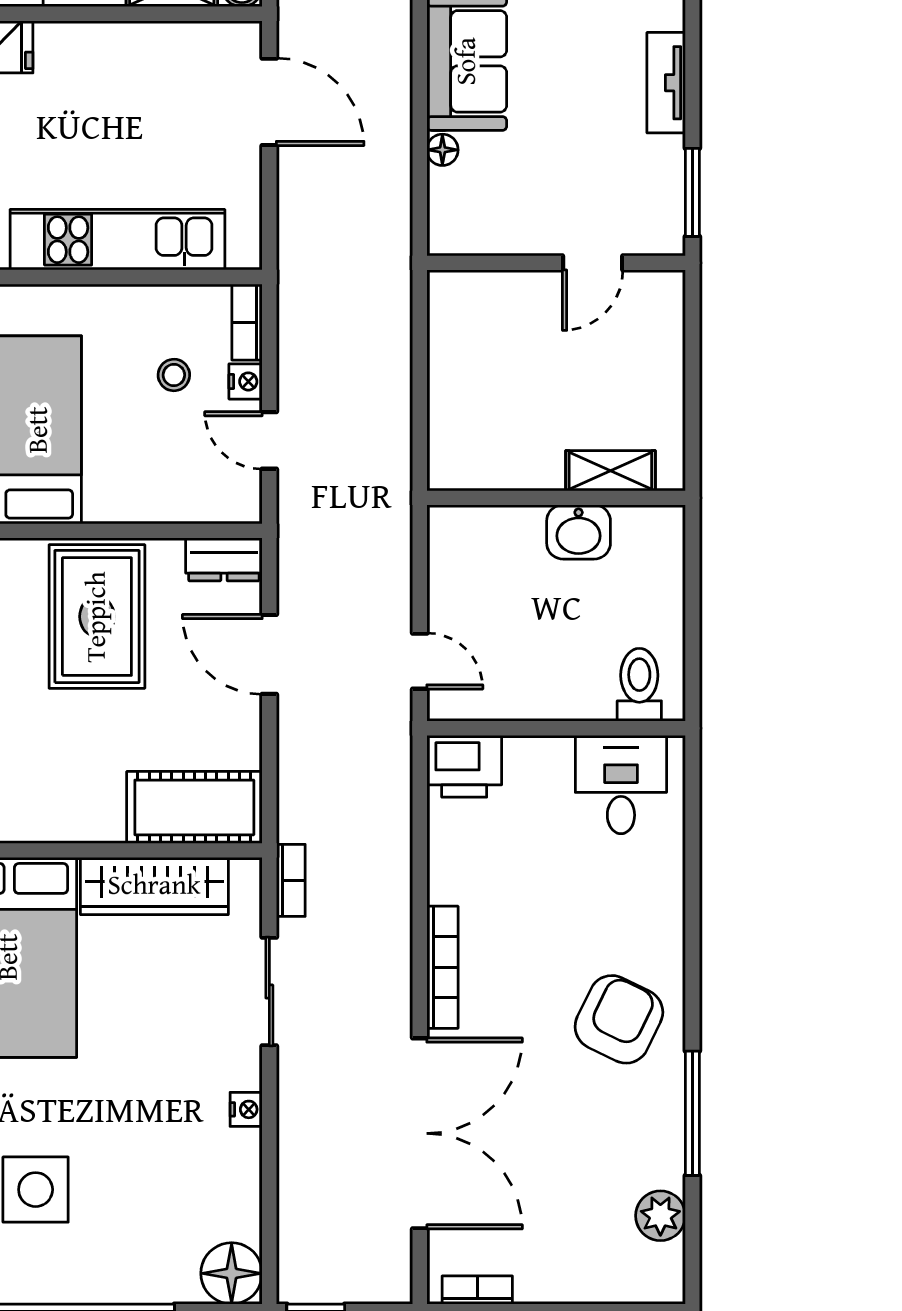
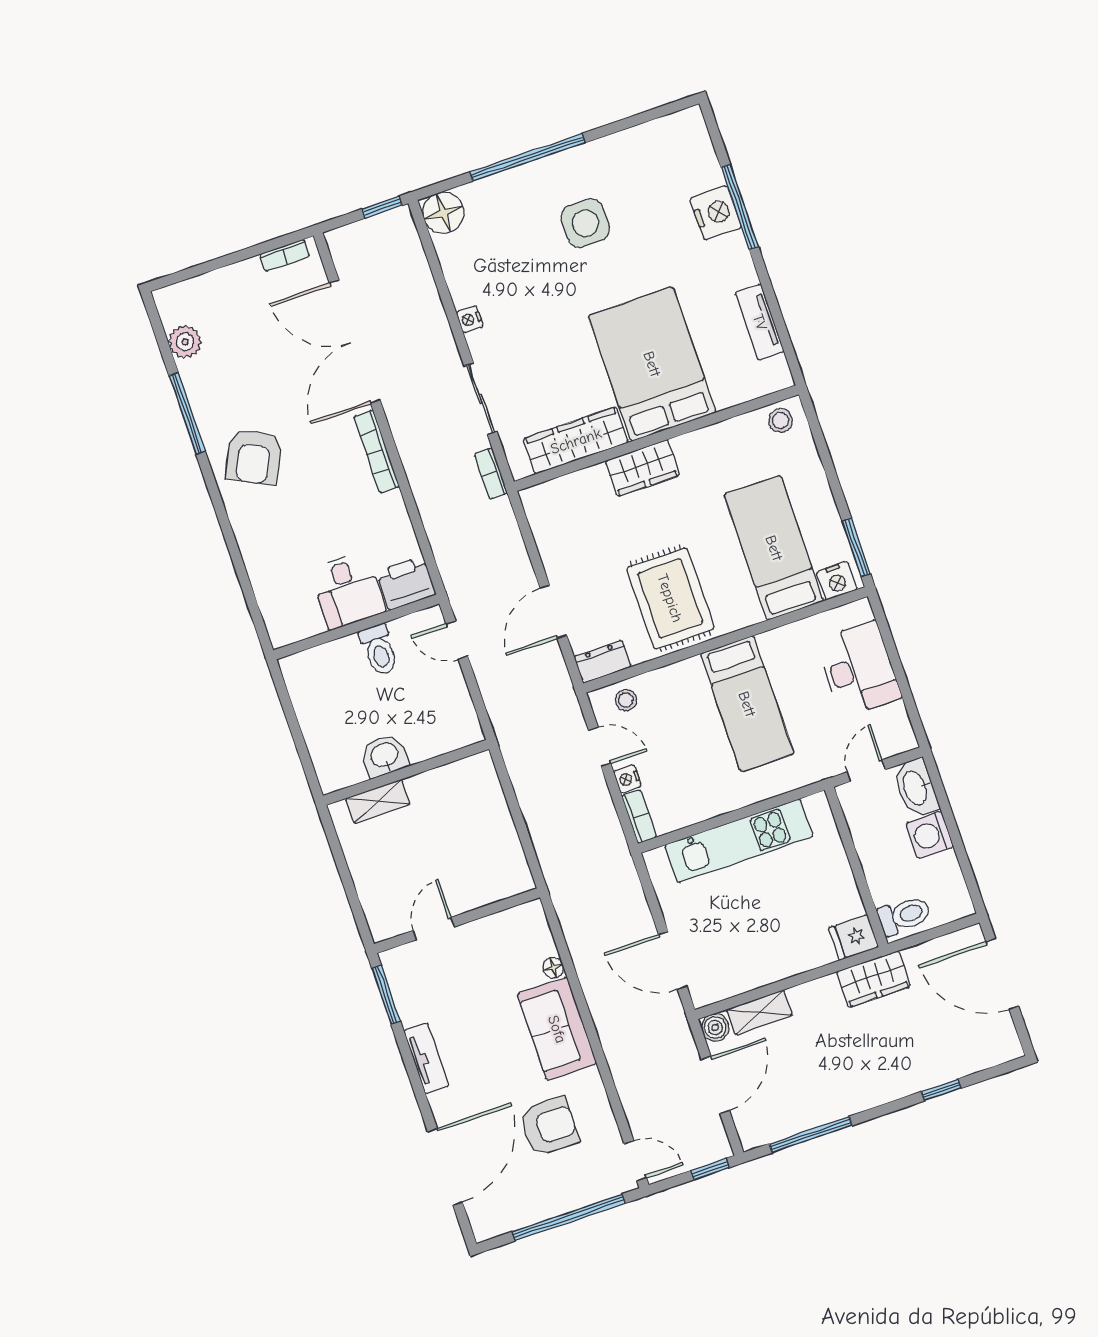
stool: (174, 375) -> (626, 700), moved
door: (269, 654) -> (553, 612), swing flipped
toilet: (639, 685) -> (379, 650), moved
desk: (621, 785) -> (347, 590), moved
cot: (194, 807) -> (568, 499), removed
wardrobe: (74, 815) -> (642, 468), added

